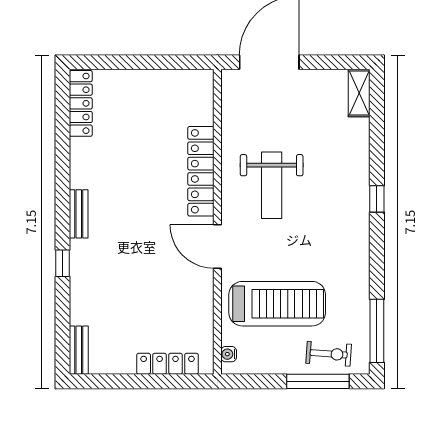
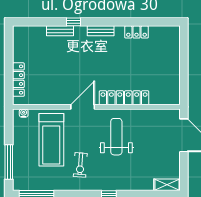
locker: (81, 103) -> (136, 32), moved, width x0.66
weight bench: (272, 185) -> (116, 137), turned 90
bench: (79, 350) -> (60, 31), moved
exercise bike: (329, 354) -> (80, 165), moved

